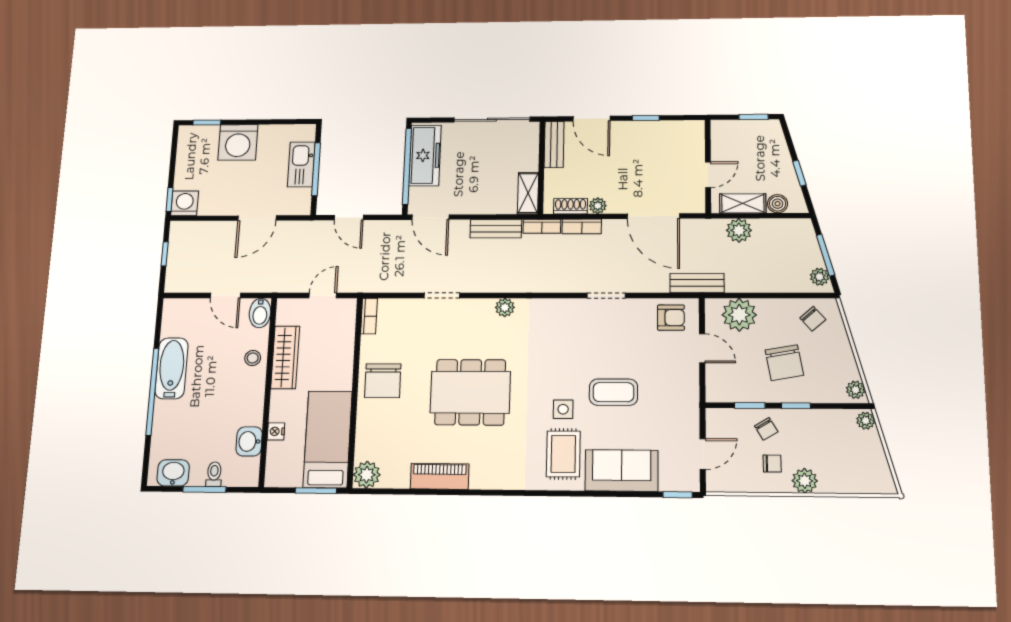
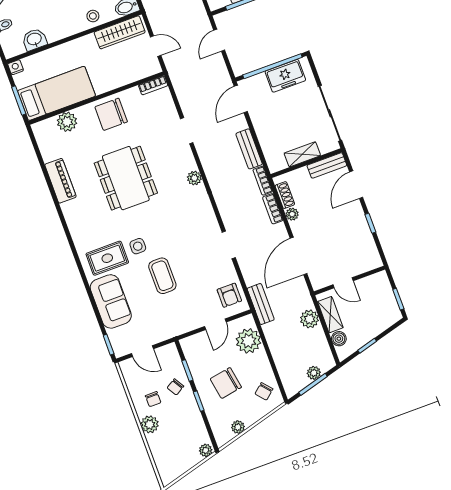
freezer: (425, 155) -> (285, 76), width x0.71
shelving: (528, 193) -> (302, 154), moved
plant: (820, 277) -> (314, 373), moved
wardrobe: (285, 357) -> (120, 32), moved
plant: (856, 390) -> (238, 427), moved
nightstand: (276, 431) -> (16, 67), moved
plant: (367, 475) -> (67, 122), moved

